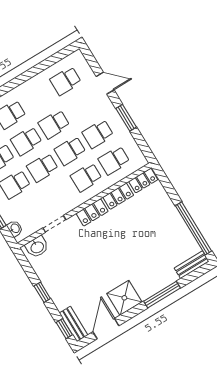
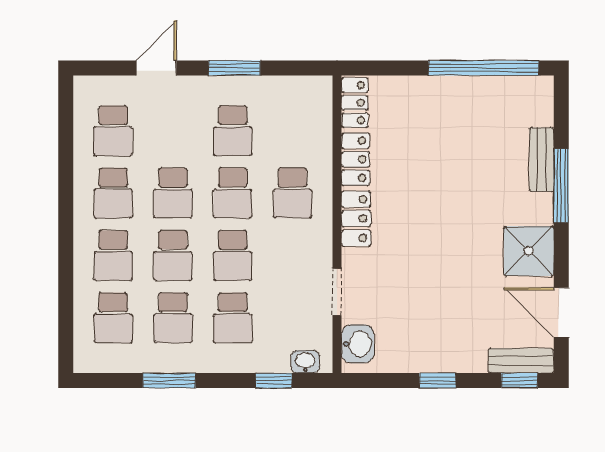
school desk: (114, 160) -> (113, 193), moved
bench: (192, 265) -> (542, 160), moved

